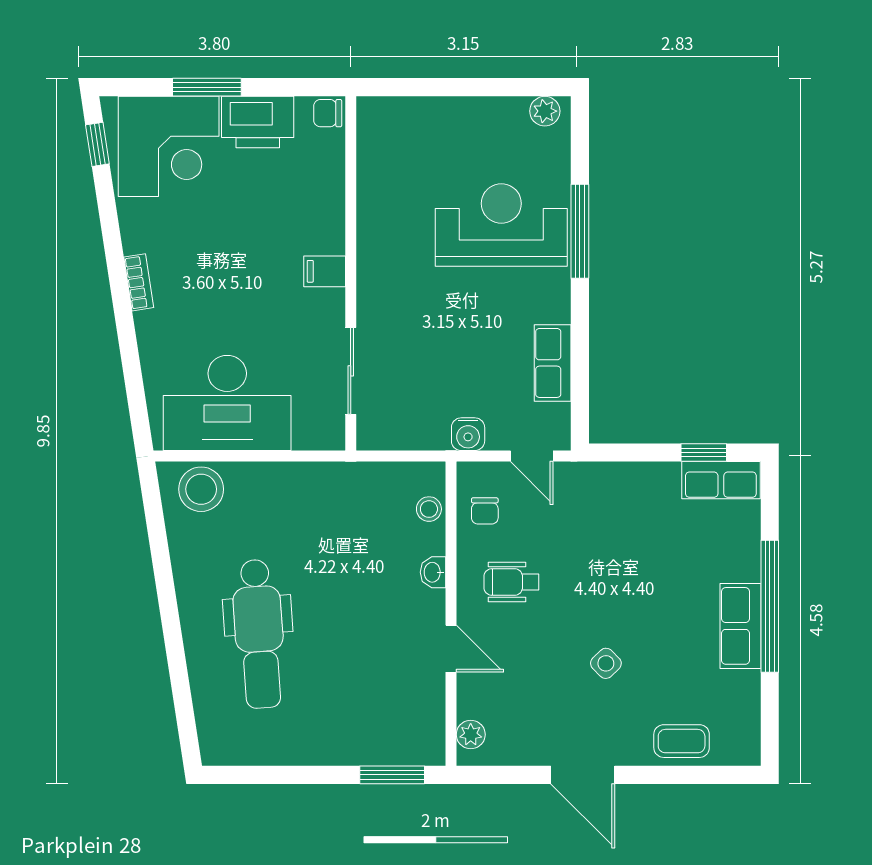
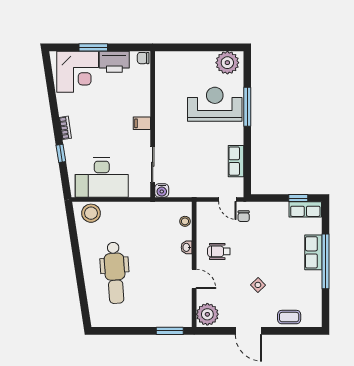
plant: (545, 111) -> (227, 63), width x1.88, depth x1.88
window: (97, 144) -> (61, 153), moved
water cooler: (468, 434) -> (162, 190), moved
chair: (485, 511) -> (244, 216), moved
row of seats: (740, 626) -> (313, 252), moved
plant: (471, 735) -> (207, 314), width x1.88, depth x1.88

